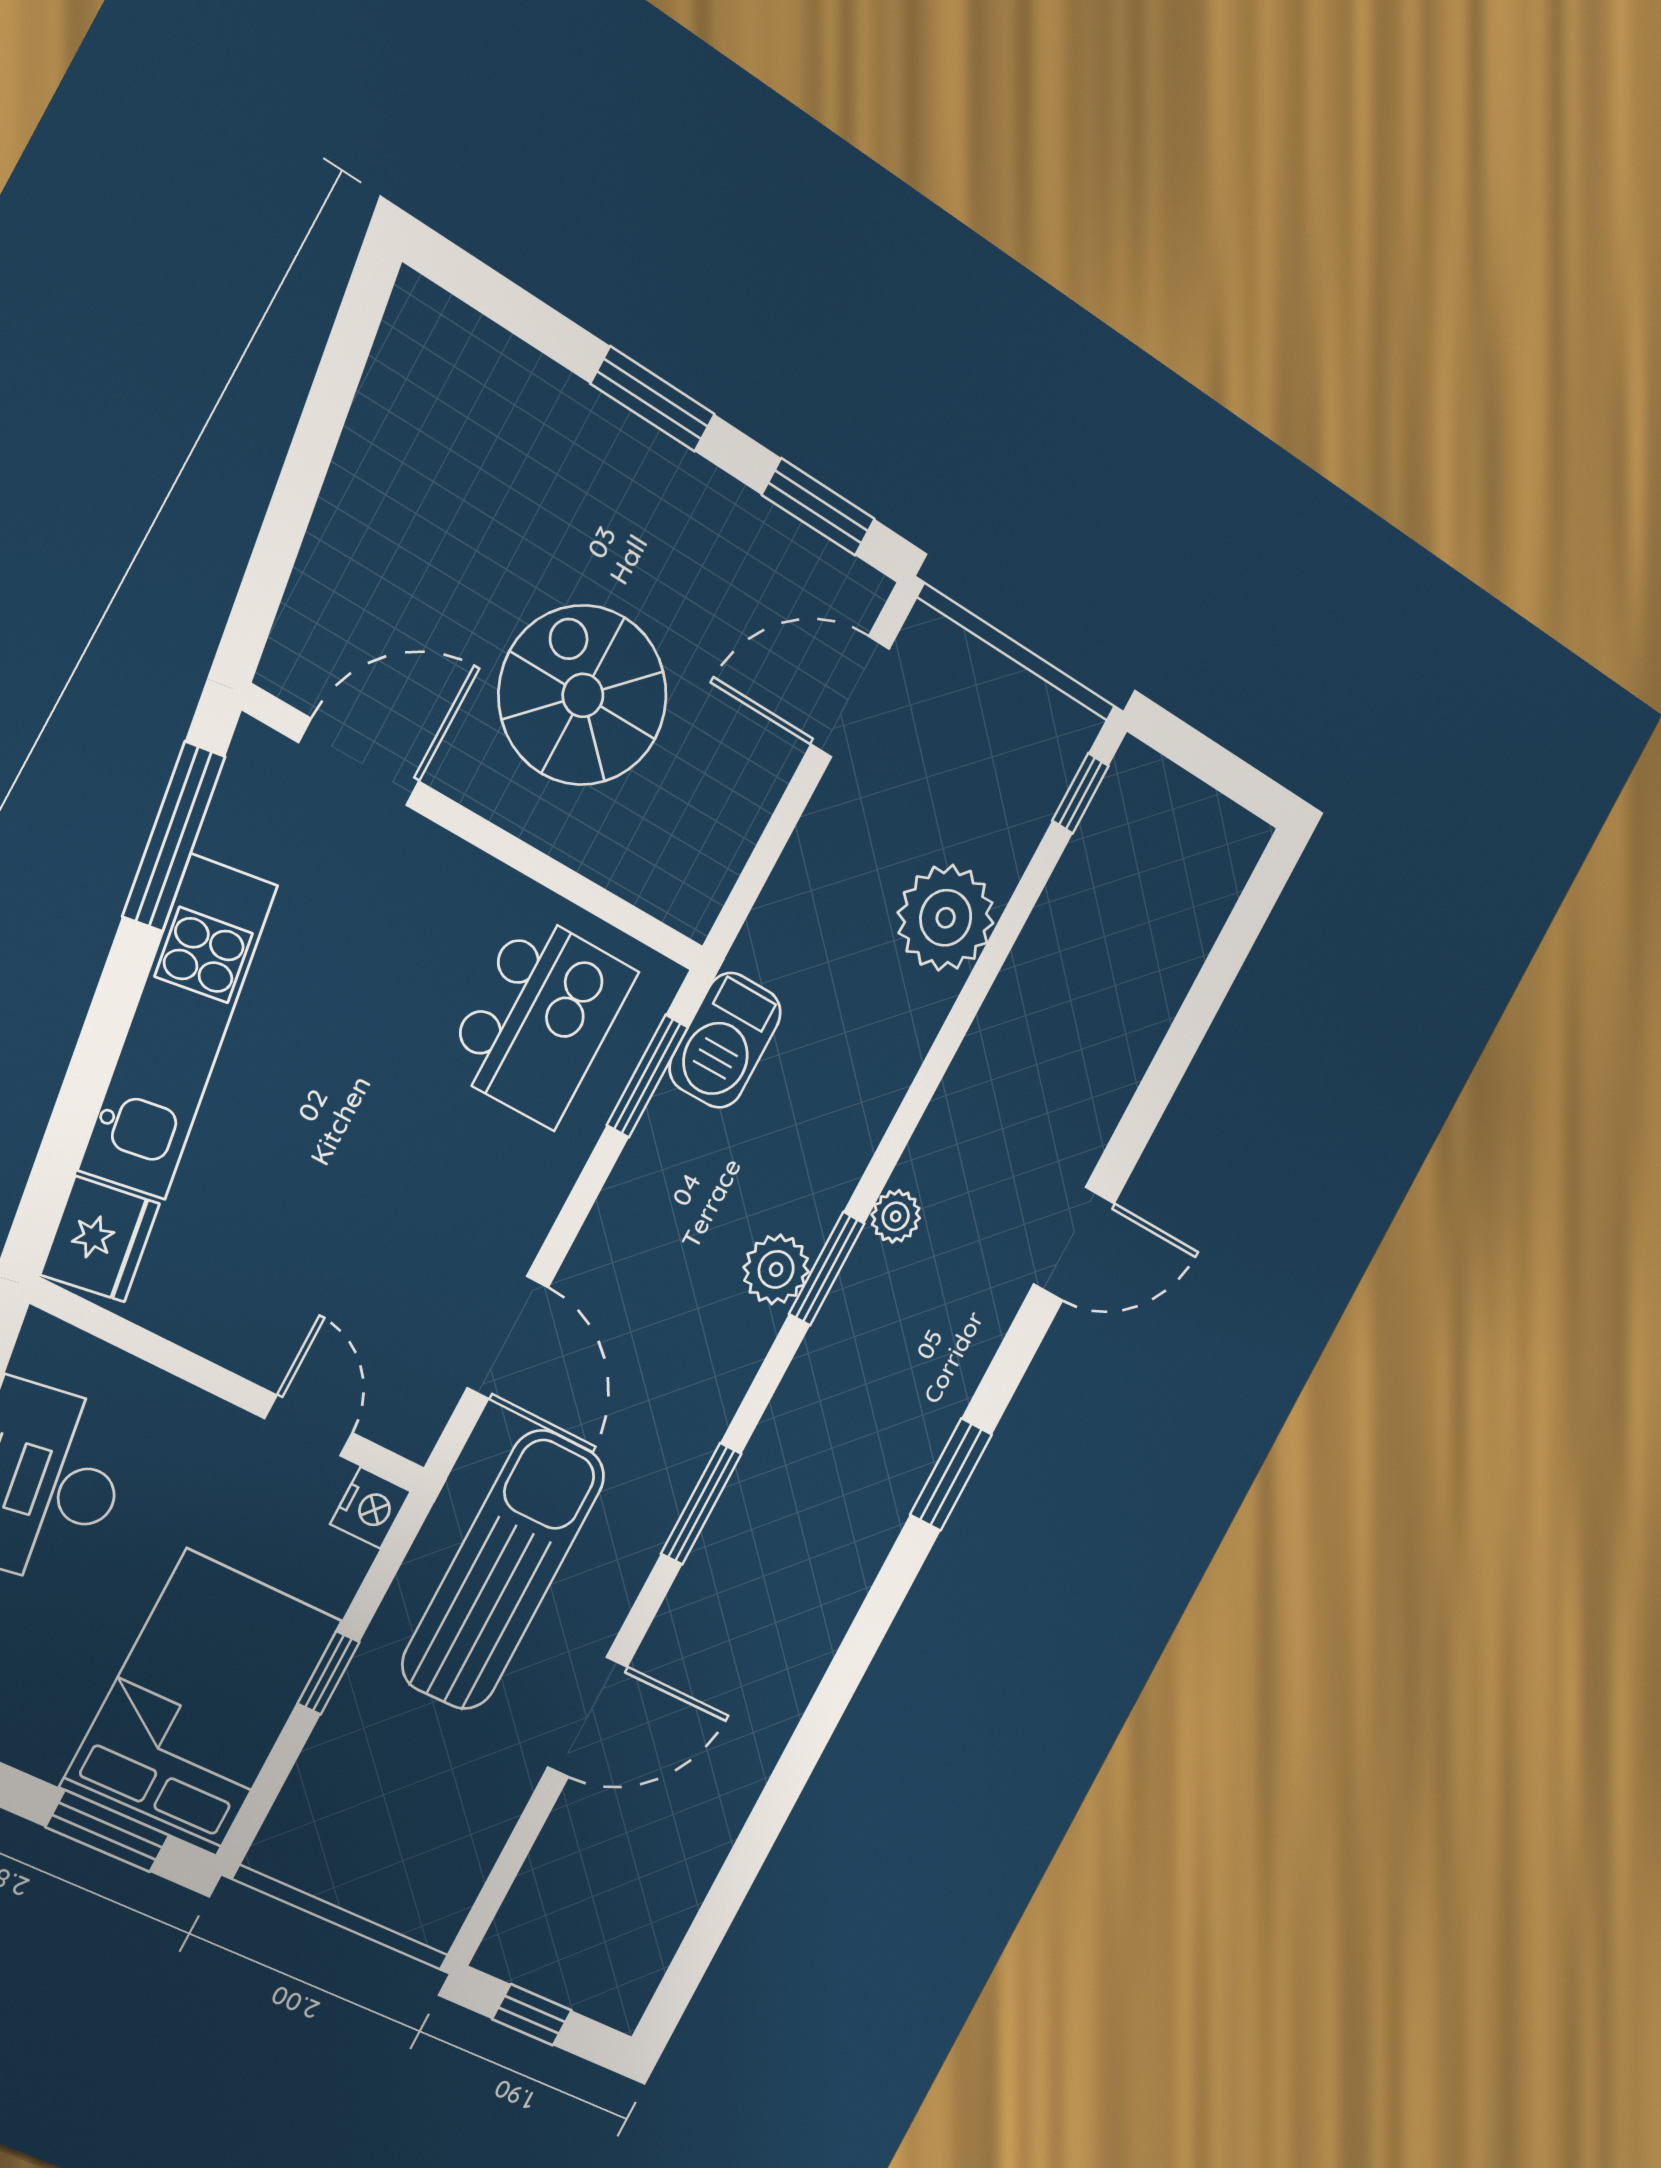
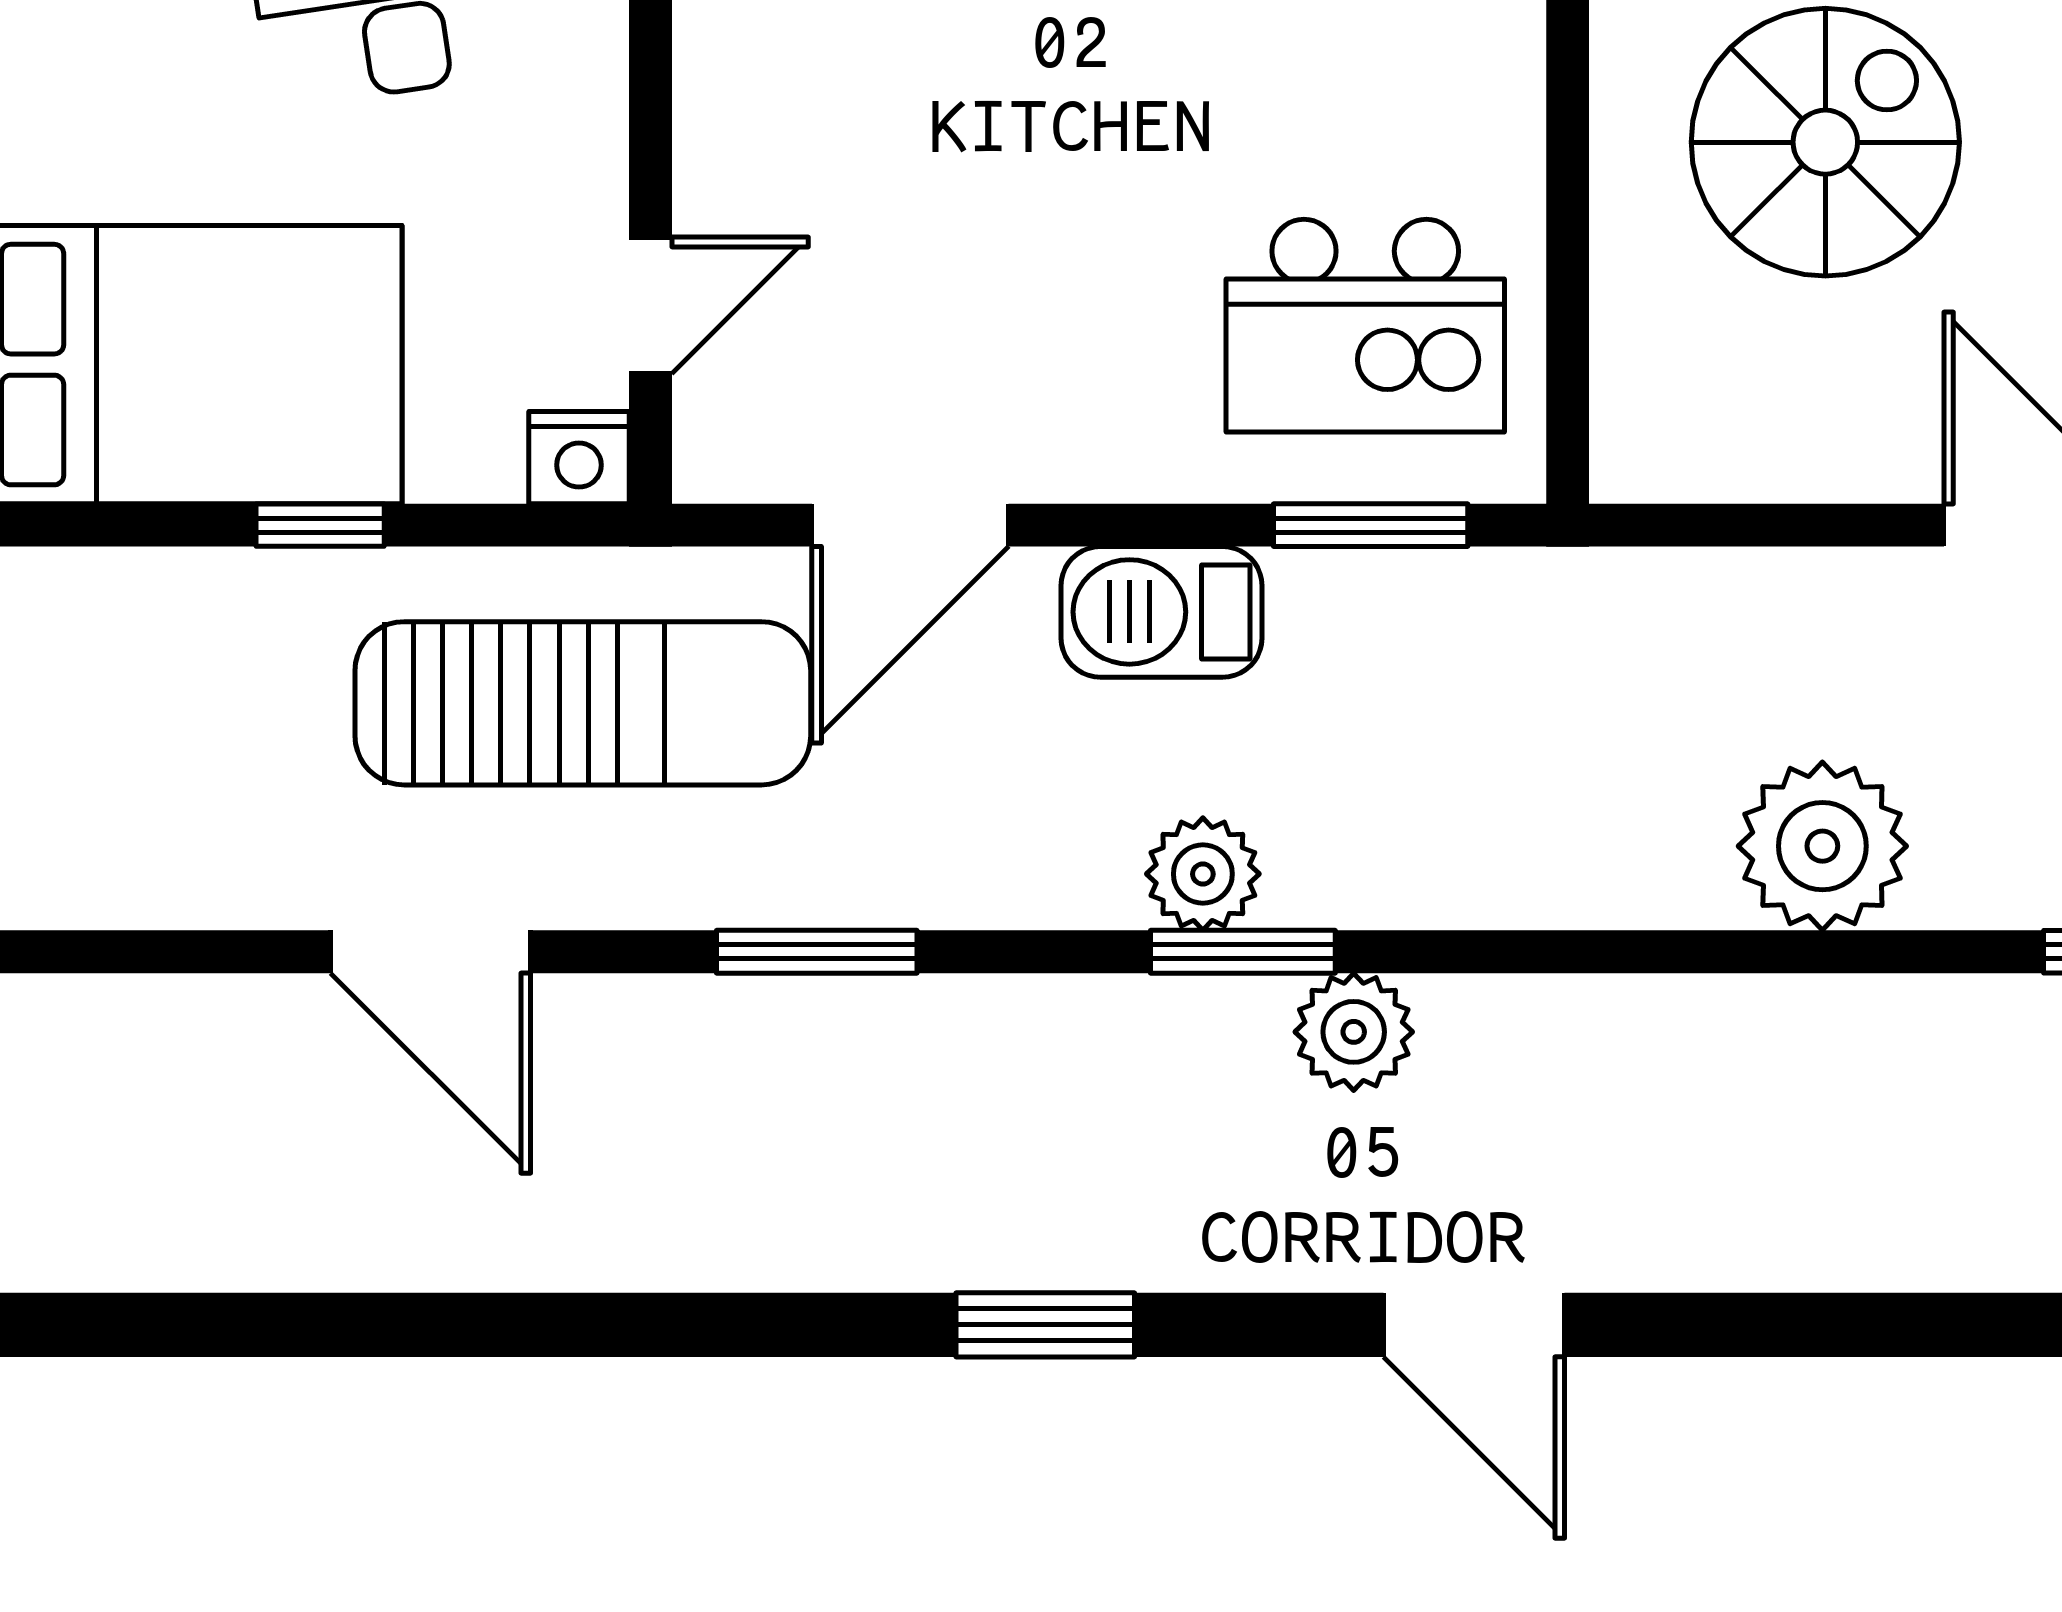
barbecue: (725, 1040) -> (1162, 612), moved
plant: (896, 1216) -> (1354, 1032), width x1.38, depth x1.38

